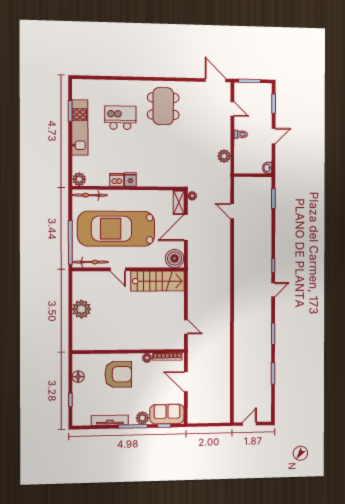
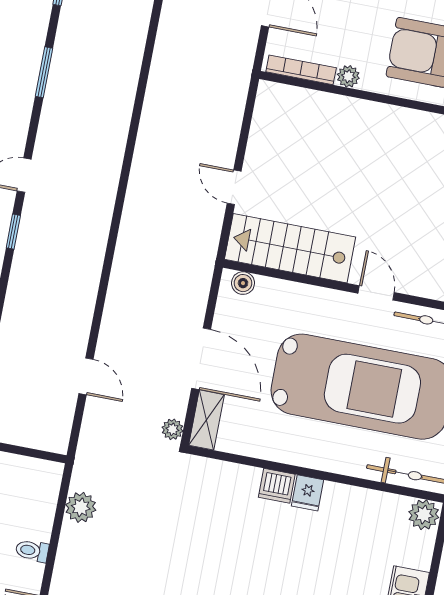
dishwasher: (117, 180) -> (277, 486), moved
door: (186, 228) -> (201, 359), hinge flipped
boiler: (174, 258) -> (243, 283), width x0.54, depth x0.54
door: (186, 327) -> (234, 187), moved

